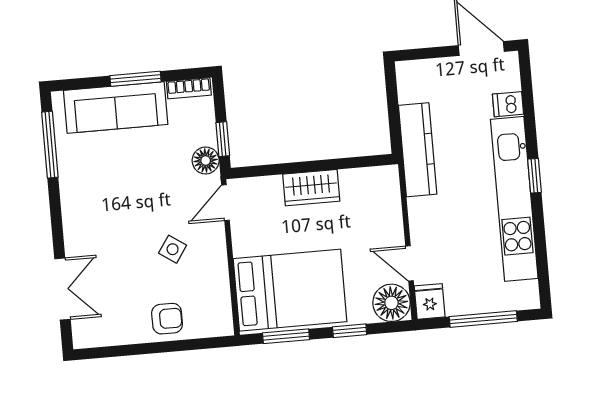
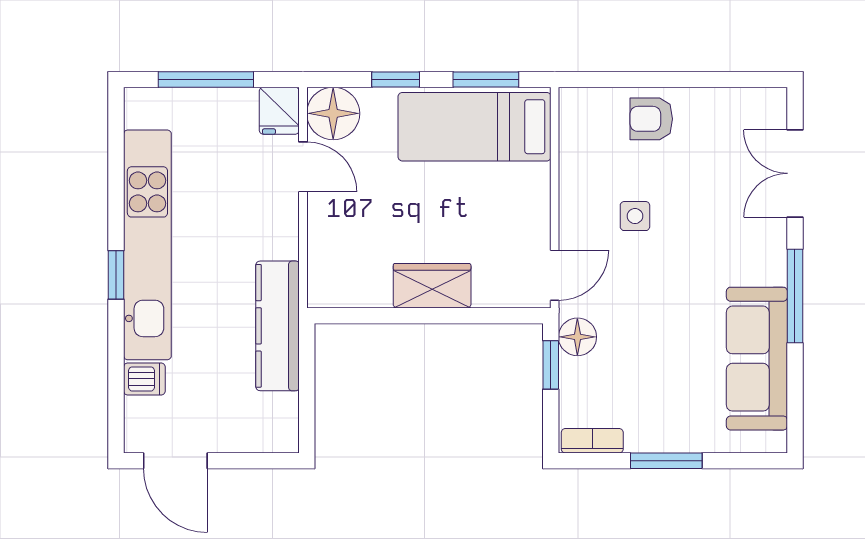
sofa: (116, 107) -> (757, 359), moved, turned -90
window: (50, 145) -> (795, 296), moved
side table: (173, 249) -> (635, 216), turned -34
bed: (290, 290) -> (475, 127), width x0.67

